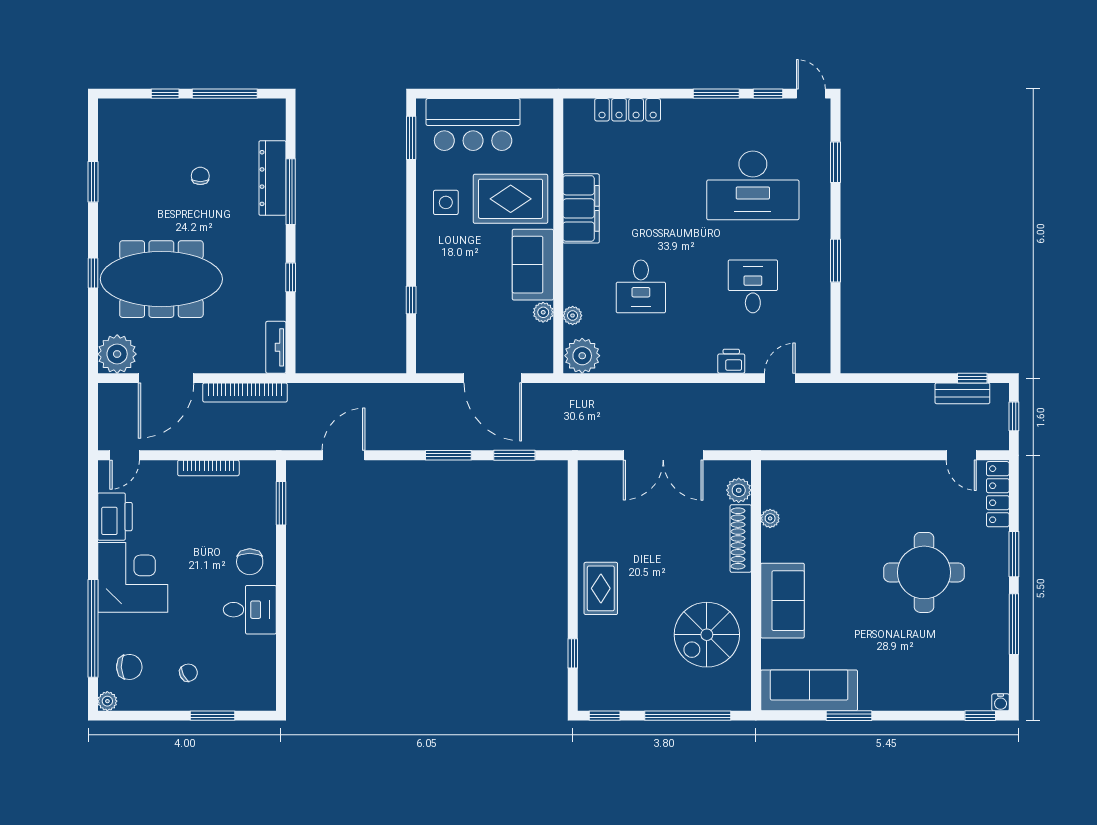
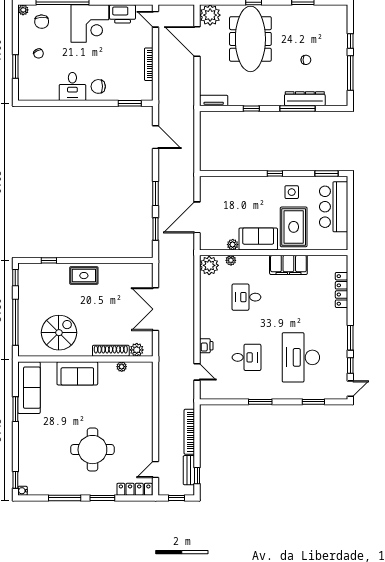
window: (411, 300) -> (275, 173), moved
bookcase: (245, 393) -> (189, 432), moved
spiral stairs: (707, 635) -> (59, 333), turned 90

